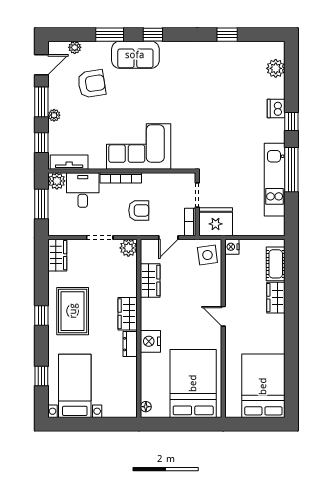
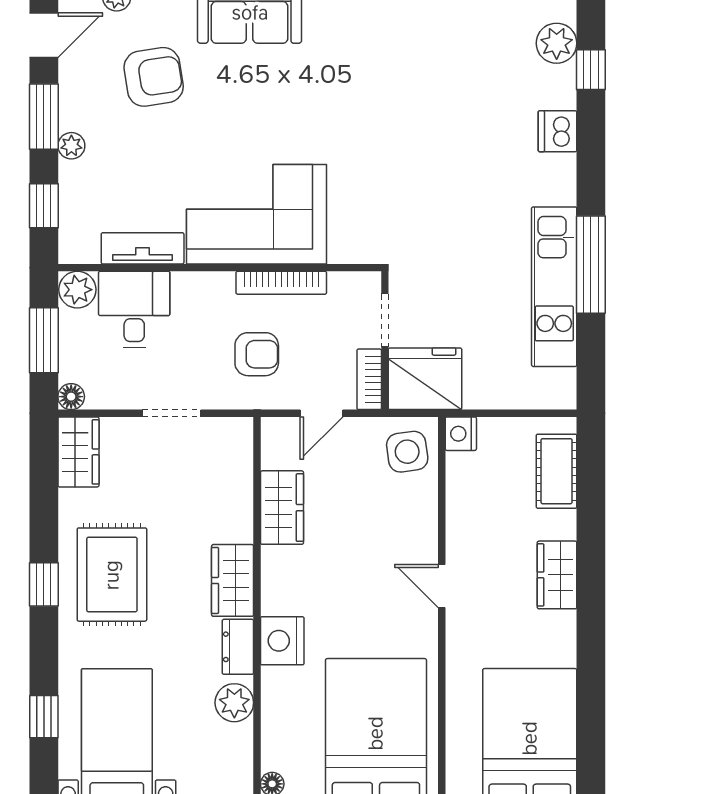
window: (291, 121) -> (591, 70), moved
tv unit: (69, 162) -> (143, 248), moved
bookcase: (121, 178) -> (281, 283), moved
floor lamp: (54, 230) -> (71, 397), added
plant: (128, 248) -> (234, 703), moved
wardrobe: (276, 298) -> (557, 575), moved

